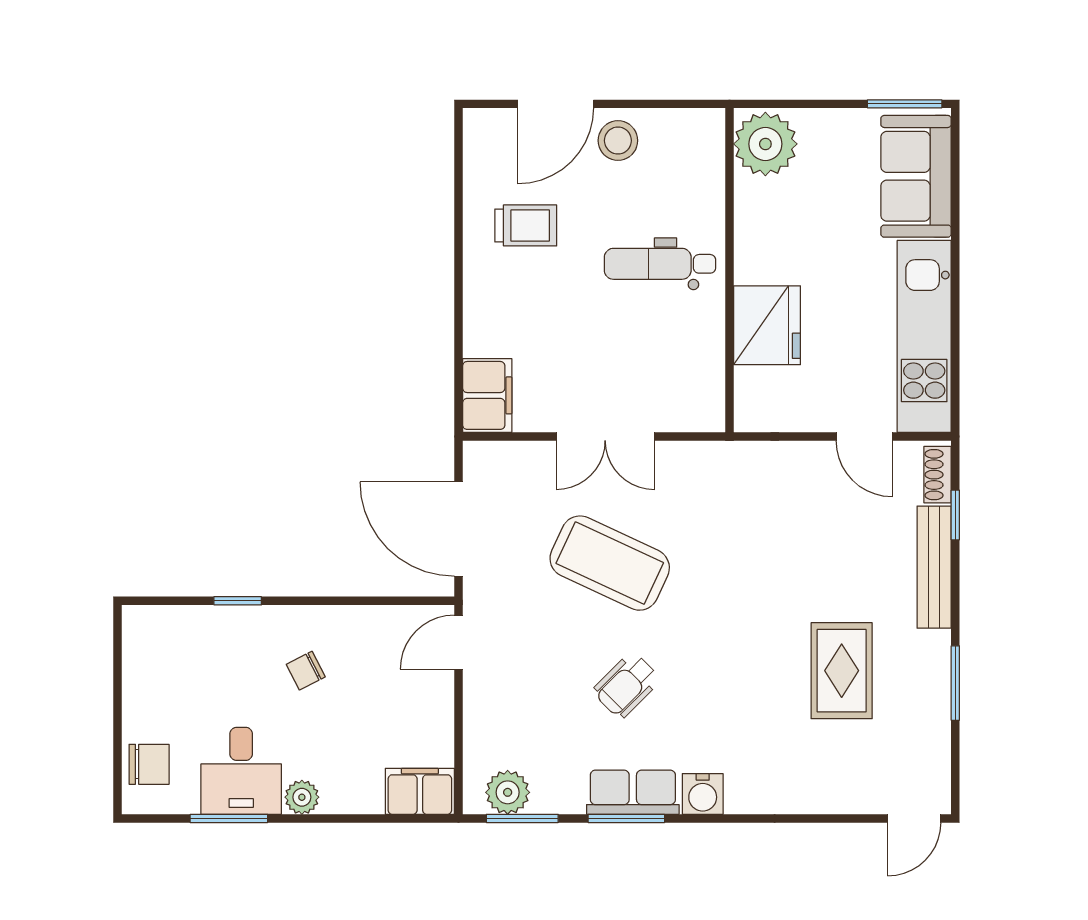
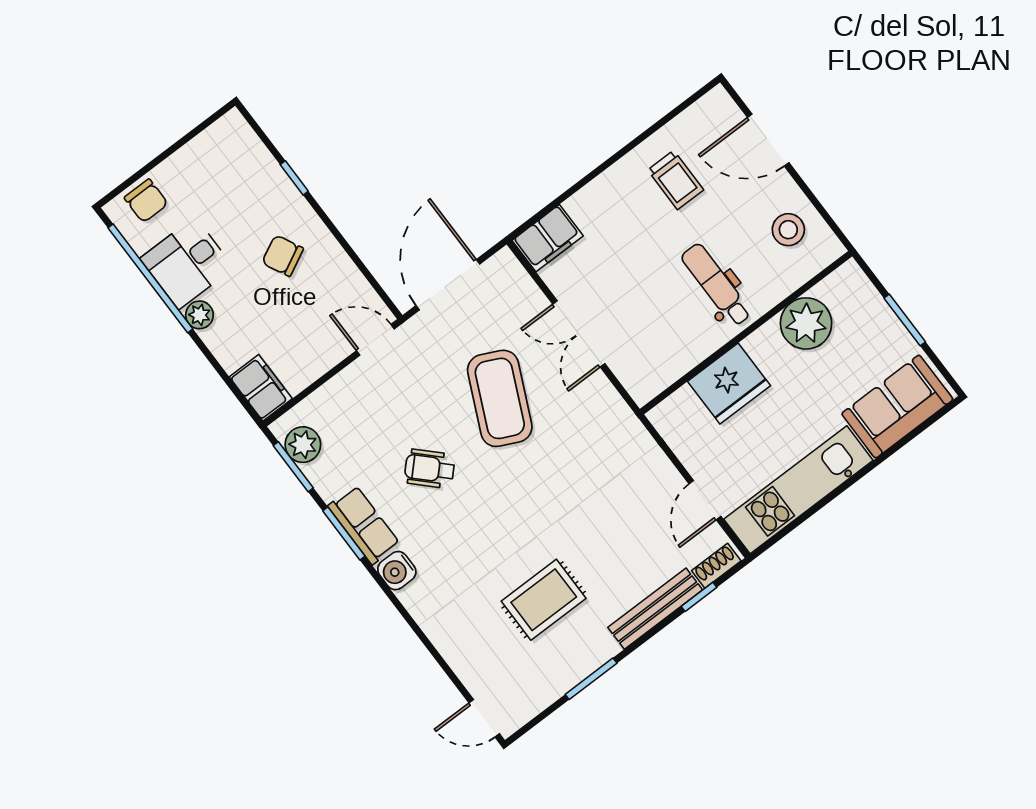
window: (905, 104) -> (905, 320), moved
stool: (618, 141) -> (788, 230), moved
plant: (765, 144) -> (806, 323), moved
chair: (306, 671) -> (283, 256), width x1.37, depth x1.37
window: (229, 818) -> (150, 278), width x2.11

